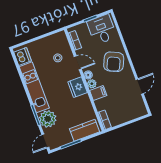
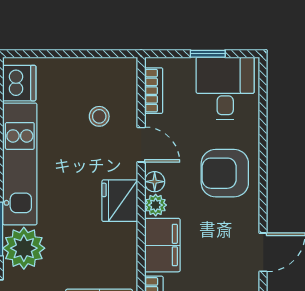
armchair: (114, 62) -> (225, 173), turned 65
filing cabinet: (98, 93) -> (162, 245), width x2.00

